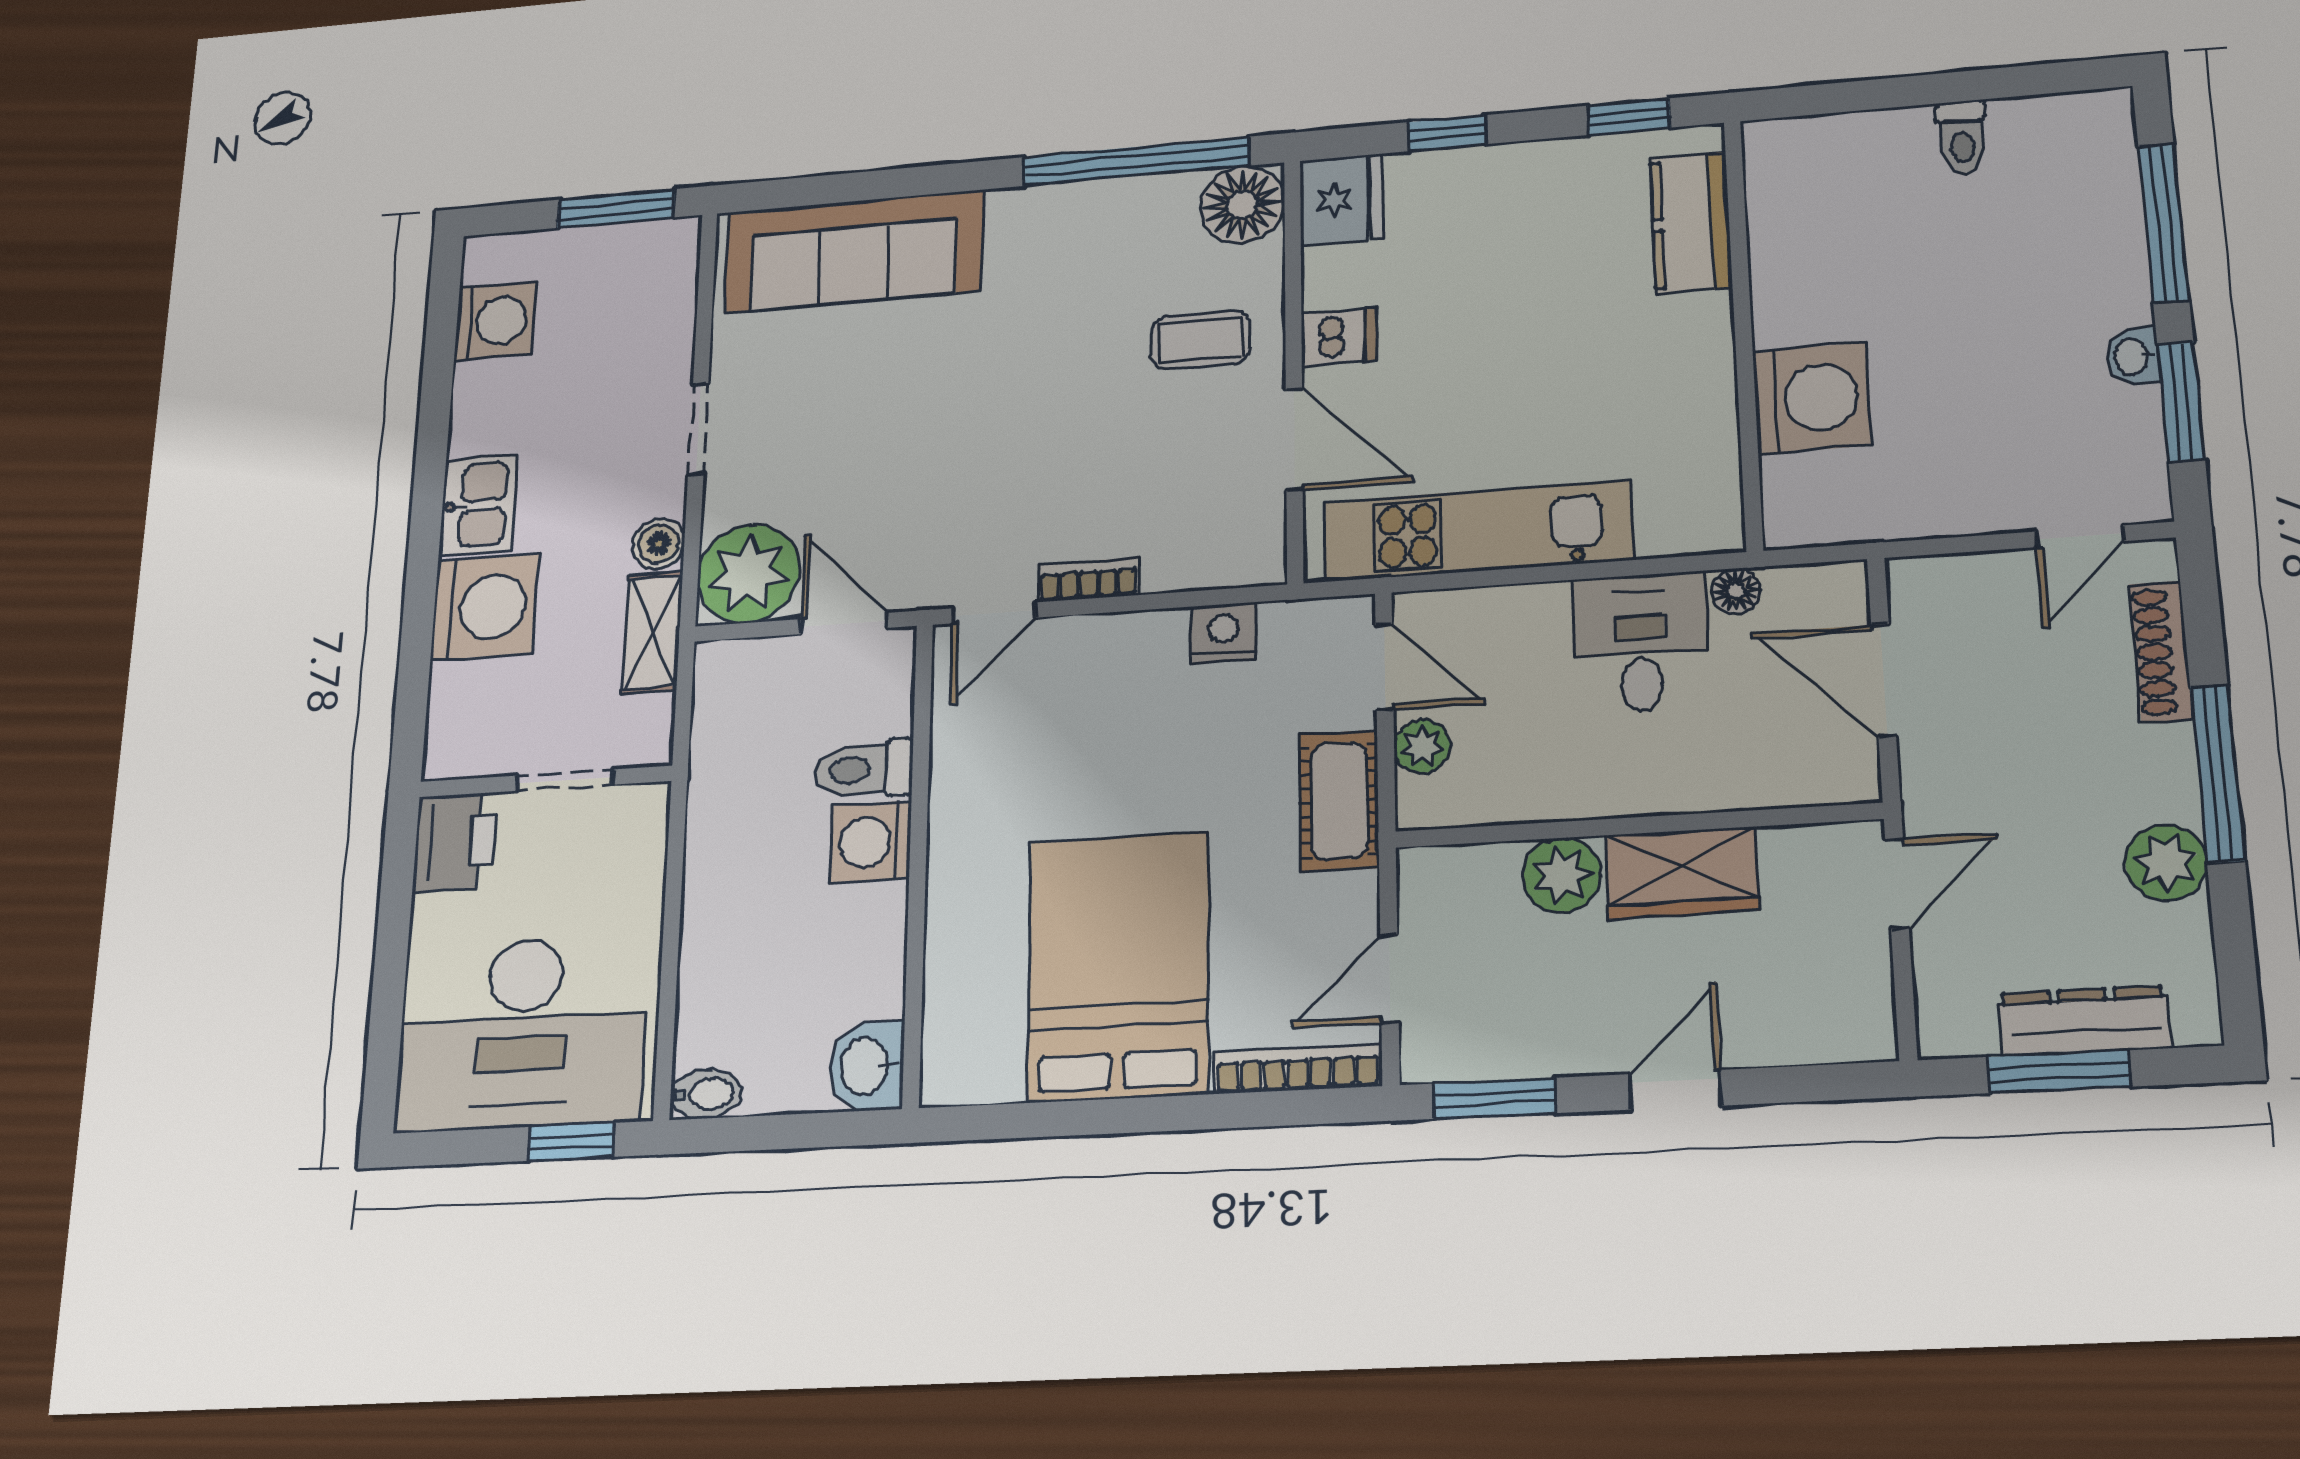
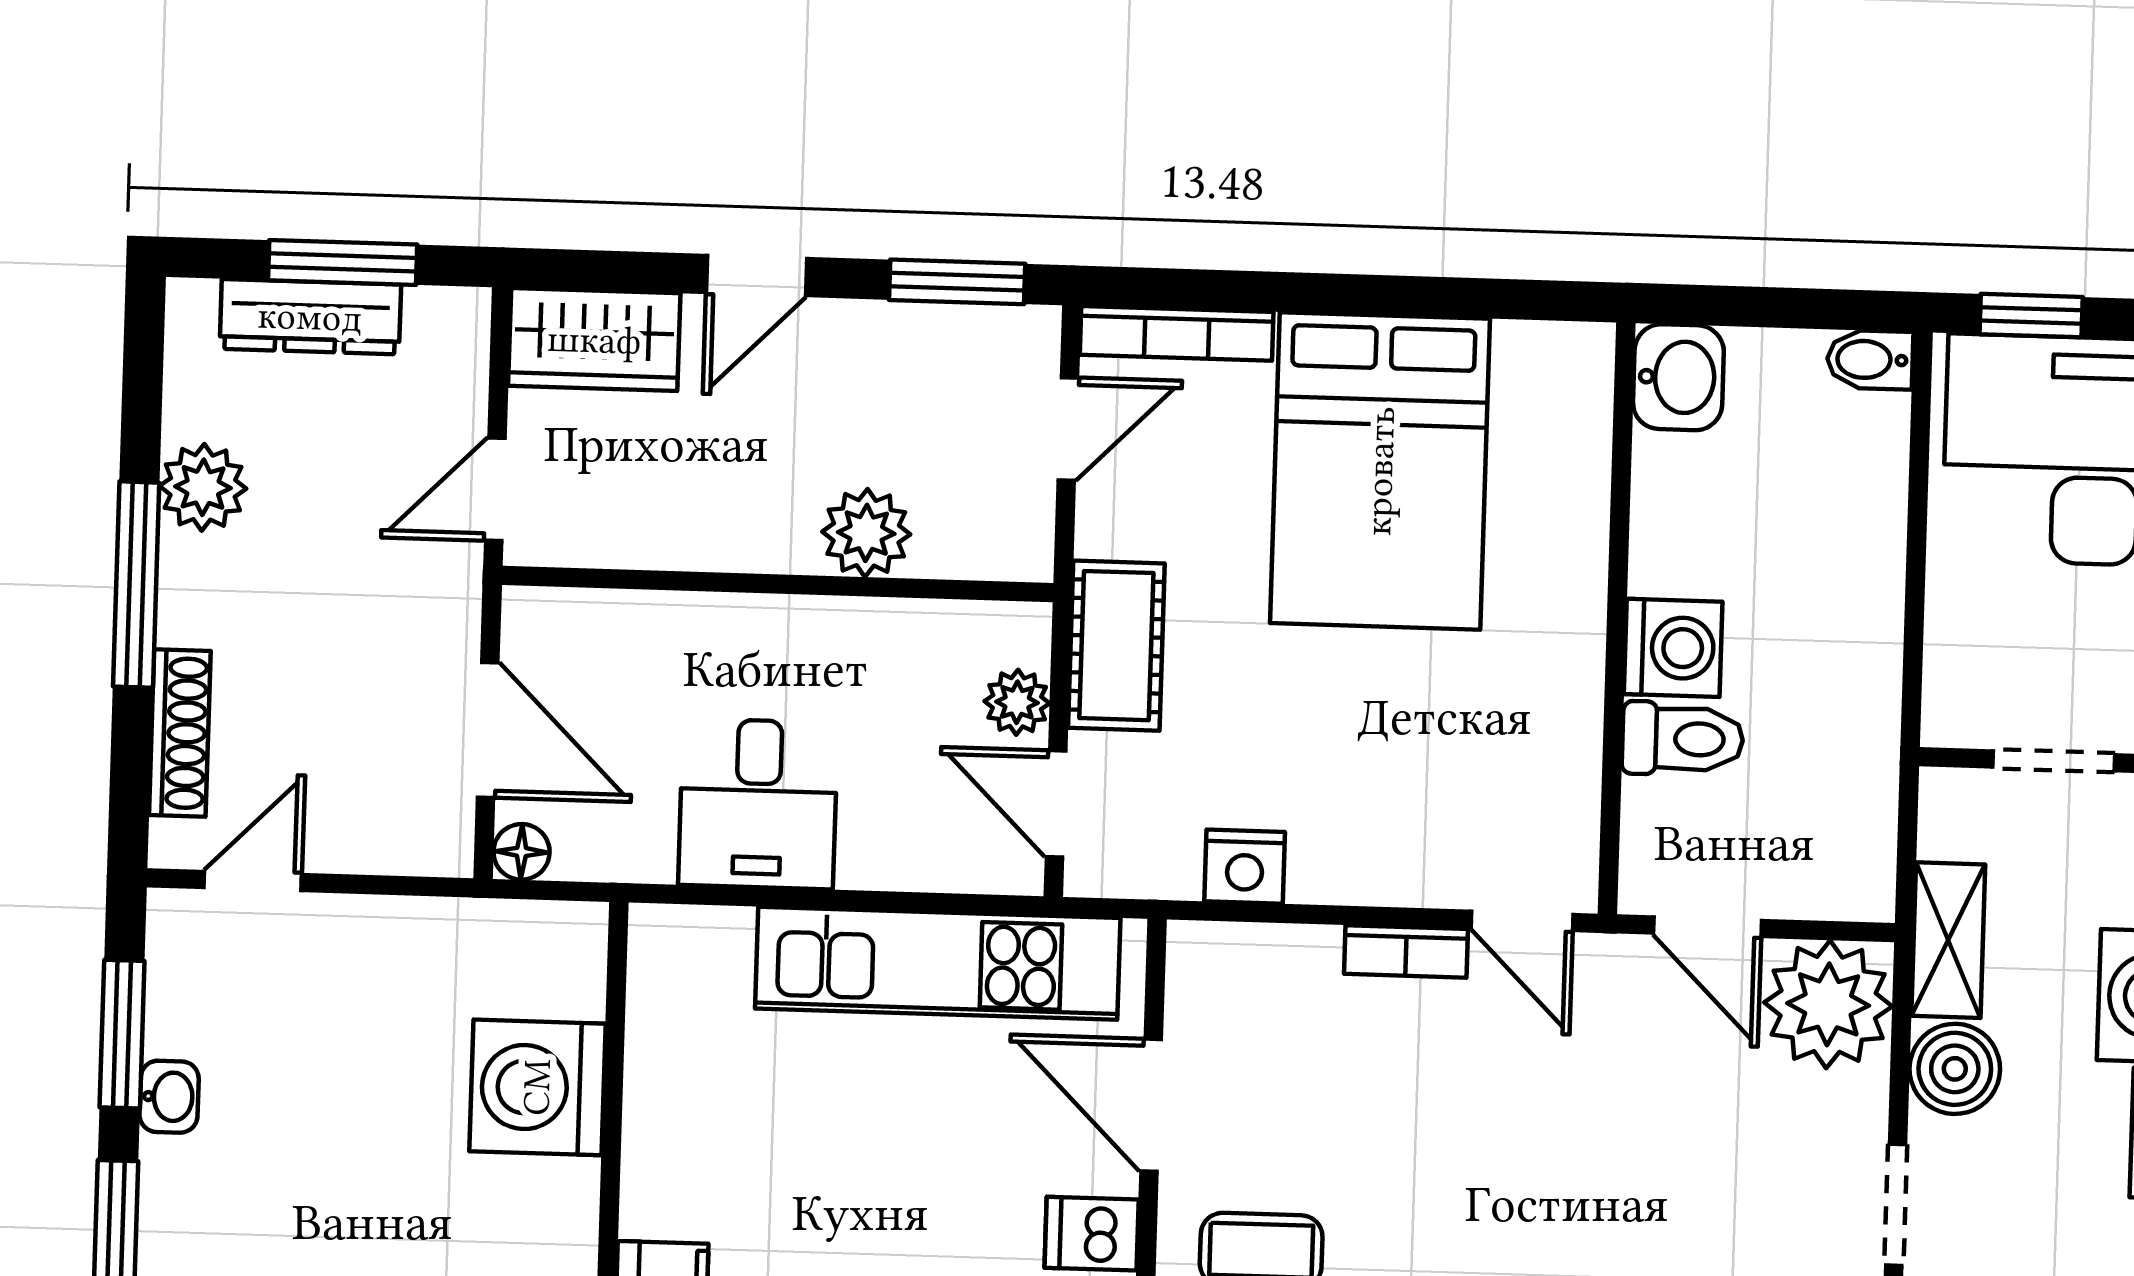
boiler: (659, 544) -> (1955, 1069), width x1.36, depth x1.36
floor lamp: (1736, 591) -> (522, 852), moved
door: (994, 613) -> (1522, 921), swing flipped
wardrobe: (1682, 873) -> (594, 340), moved, turned 180

